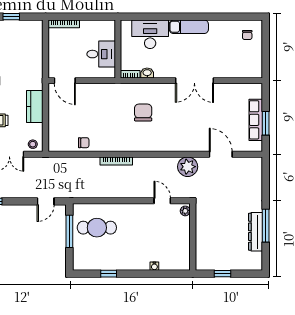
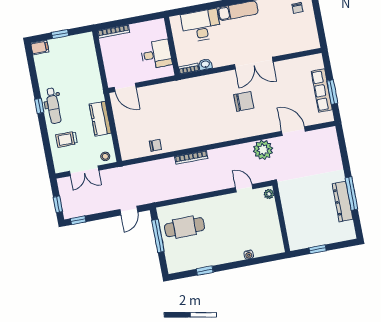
chair: (143, 113) -> (244, 101), moved, turned 90

